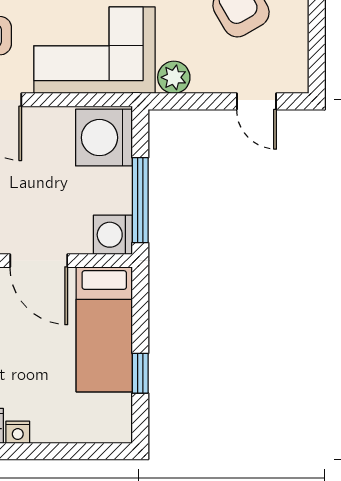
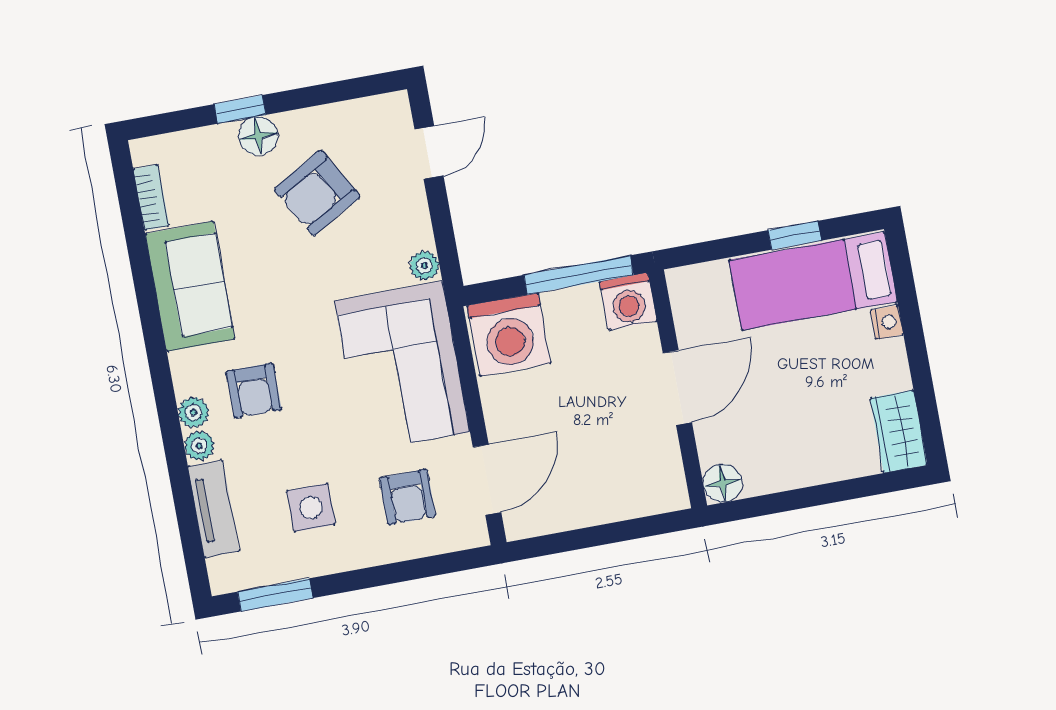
plant: (174, 77) -> (424, 266), width x0.73, depth x0.73
bed: (104, 329) -> (813, 281), moved, turned 180
nightstand: (18, 432) -> (887, 322), moved

